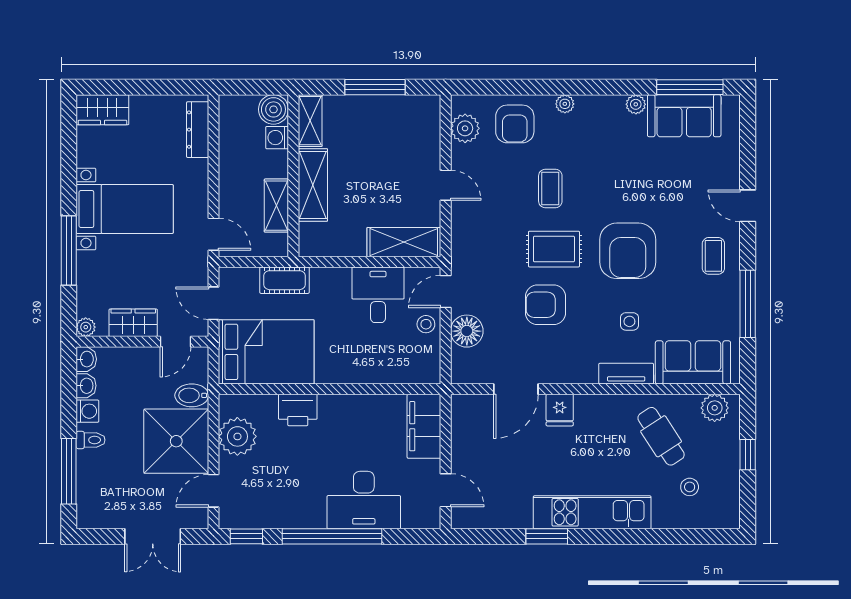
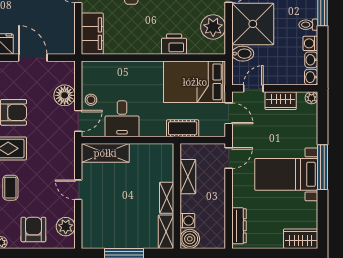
shelving: (313, 185) -> (167, 198), width x0.67, depth x0.75
door: (213, 234) -> (229, 158), swing flipped
window: (69, 250) -> (322, 167), moved
door: (516, 389) -> (33, 58), hinge flipped

